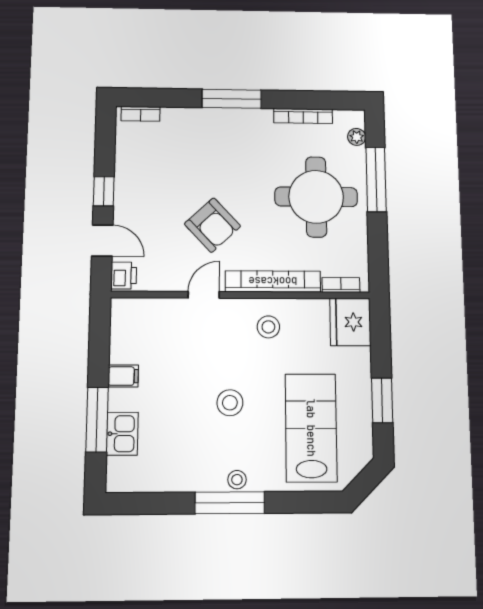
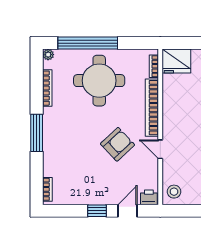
plant: (357, 137) -> (48, 55), moved
window: (376, 179) -> (88, 43), width x1.46
stool: (268, 327) -> (174, 192), moved

